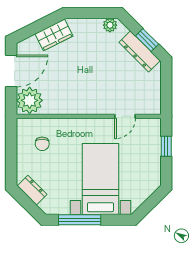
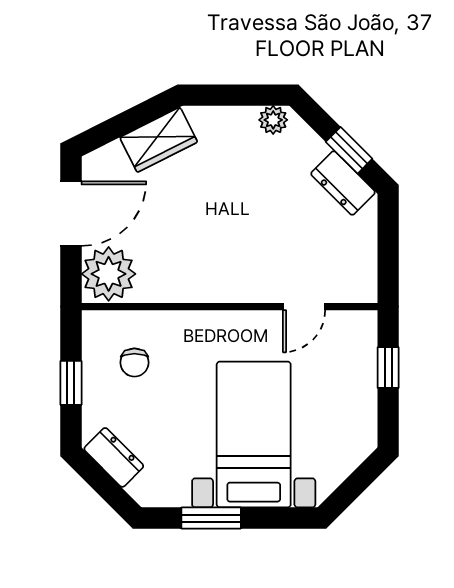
dresser: (140, 52) -> (343, 183), width x0.70
window: (11, 154) -> (71, 383), added
window: (80, 220) -> (211, 518), width x0.69

